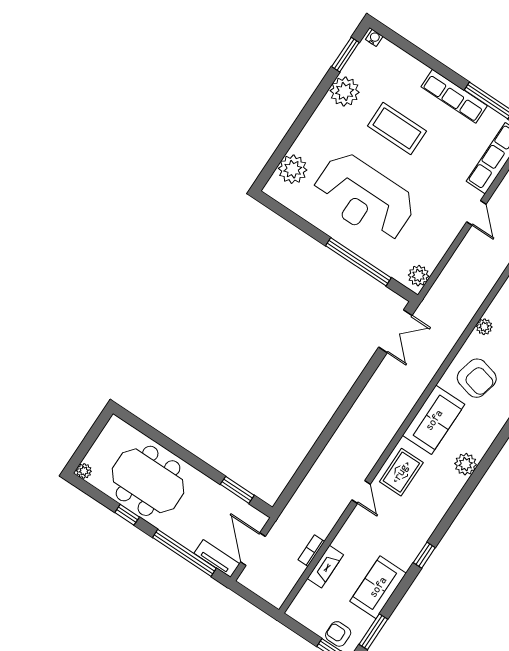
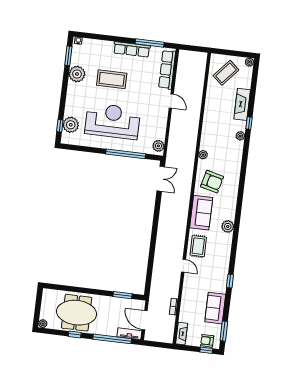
window: (274, 162) -> (60, 126), added
reception desk: (364, 198) -> (113, 121), turned 180
fireplace: (325, 567) -> (182, 334), moved

